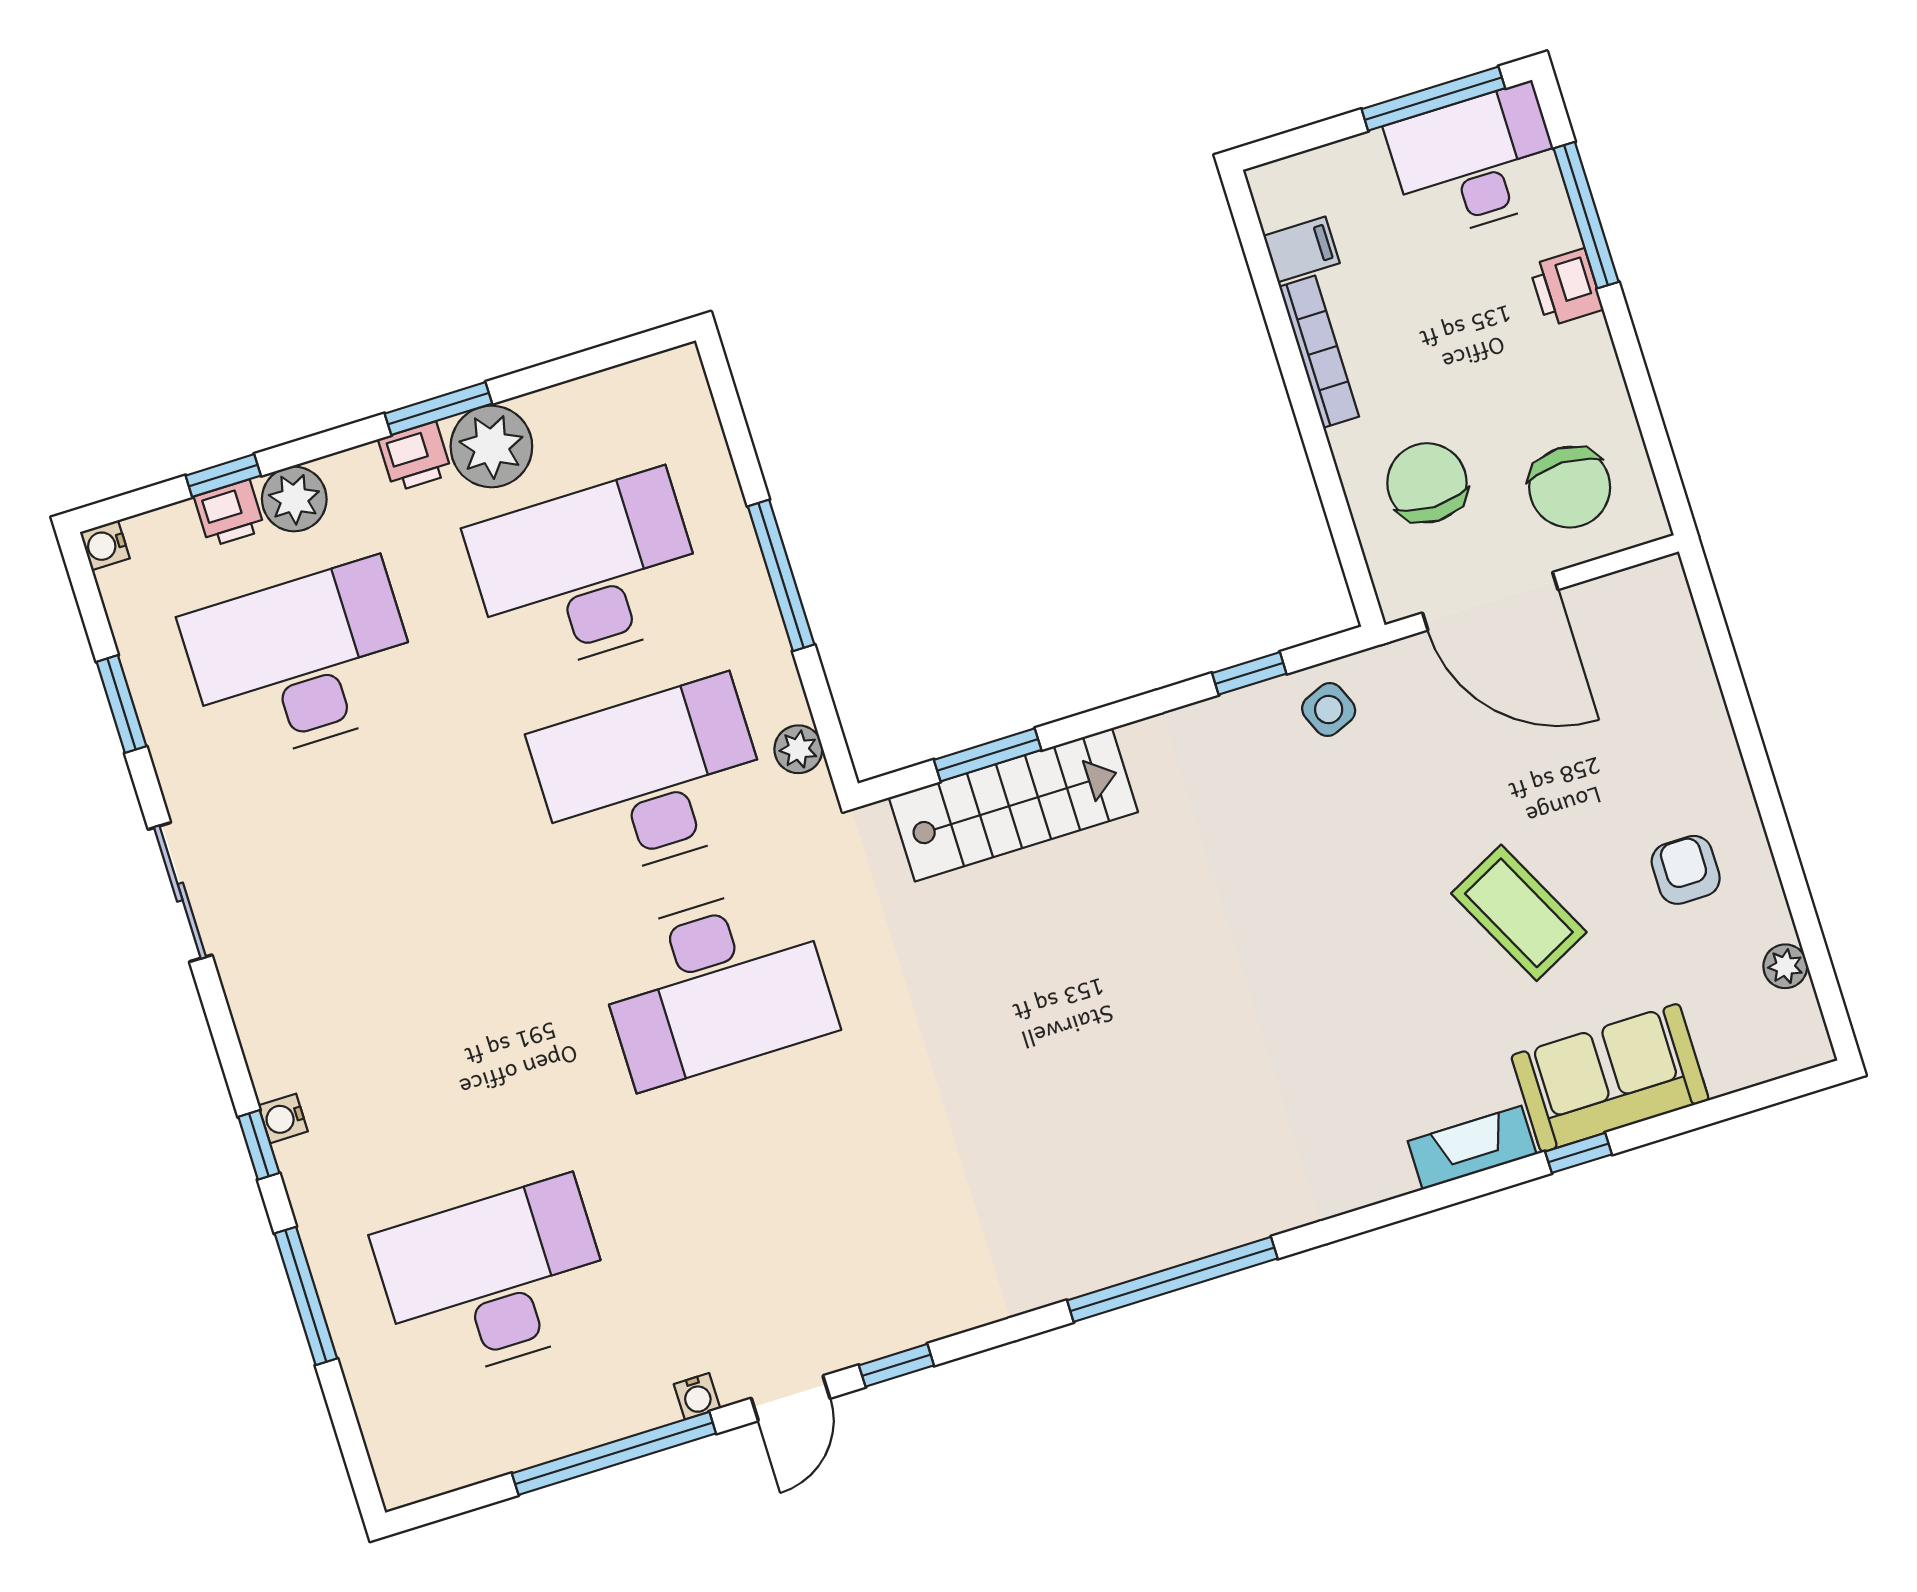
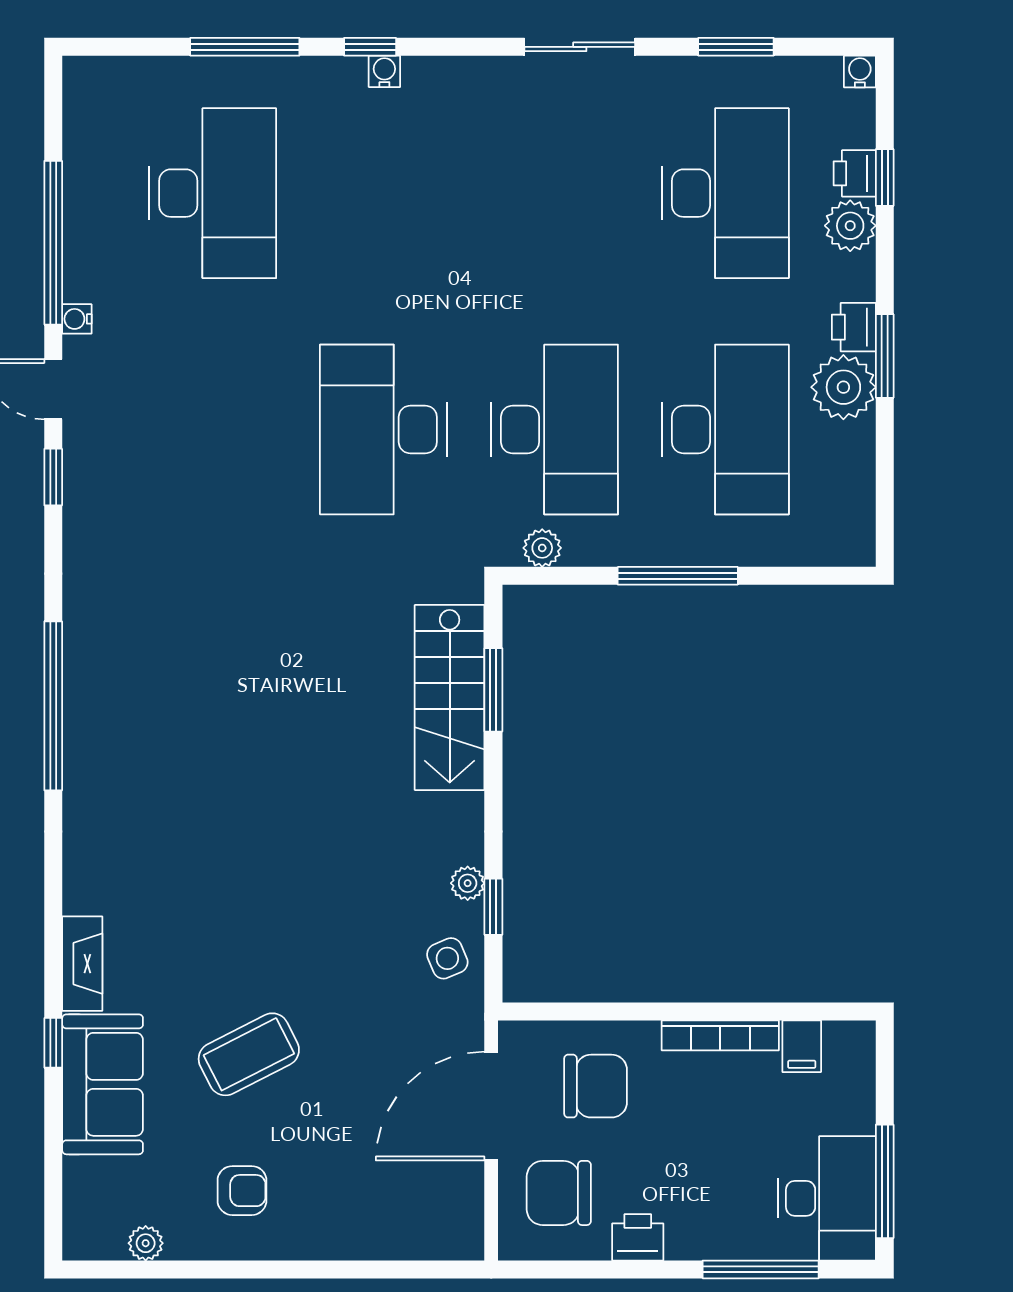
printer: (1566, 288) -> (638, 1237), moved
plant: (1230, 713) -> (468, 883), added

